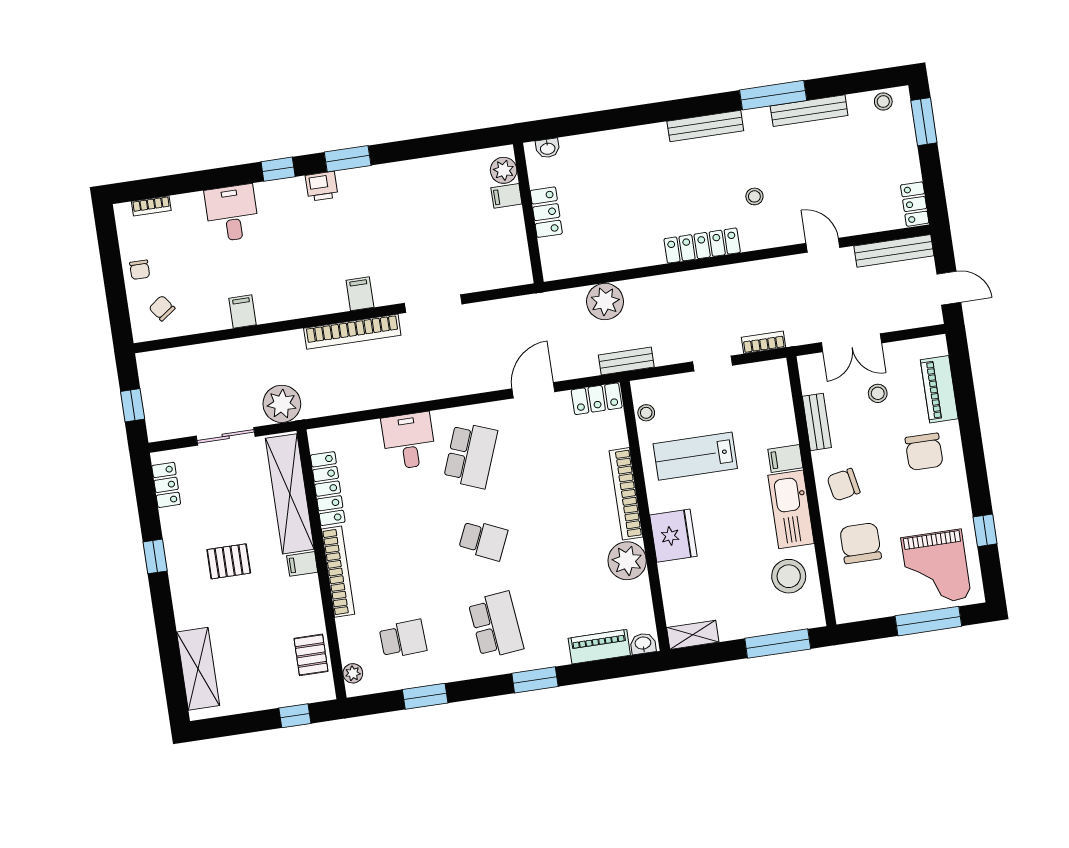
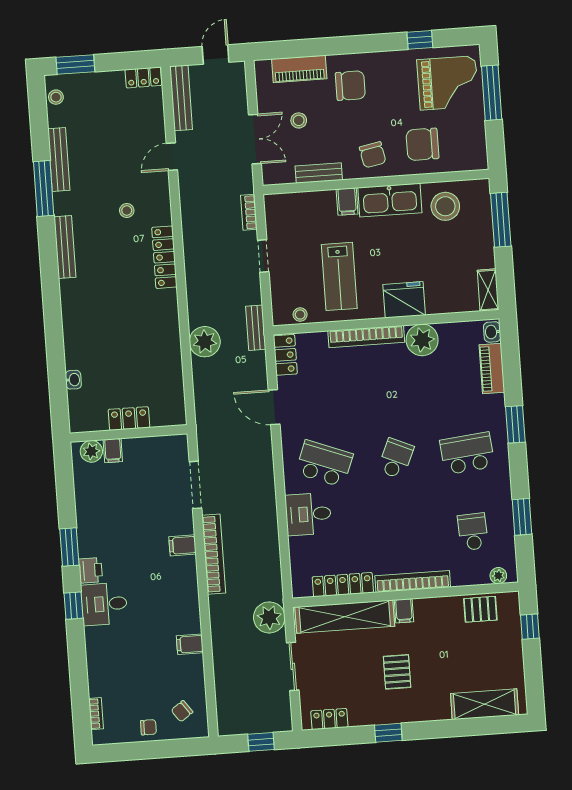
plant: (504, 170) -> (91, 451), moved
filing cabinet: (506, 196) -> (113, 451), moved
locker: (546, 212) -> (129, 418), moved
desk: (232, 213) -> (104, 604), moved
wall: (528, 213) -> (129, 433), moved

